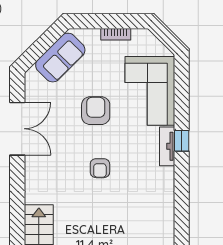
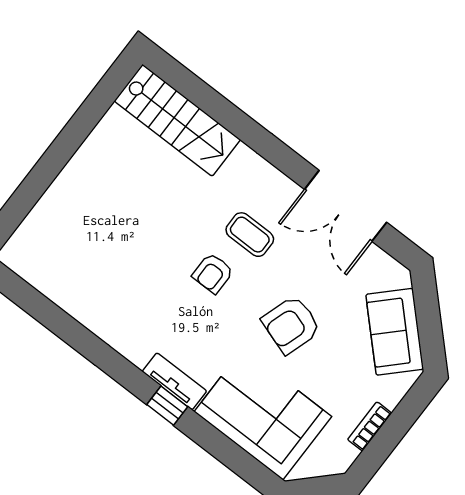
armchair: (96, 111) -> (291, 325), turned 108
coffee table: (67, 165) -> (250, 235), added
armchair: (100, 168) -> (213, 273), turned -90

